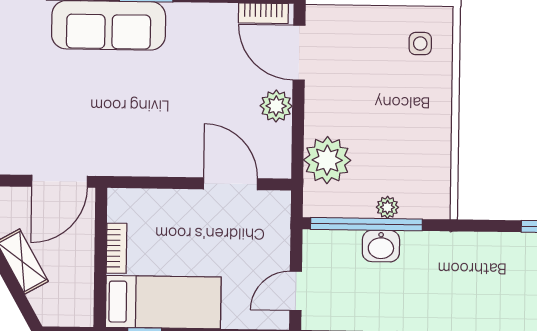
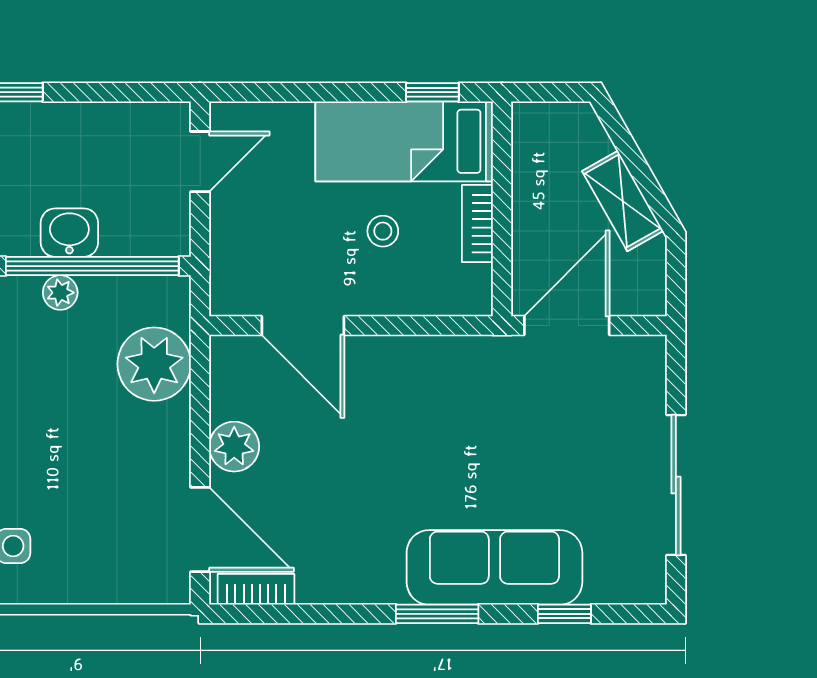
stool: (178, 244) -> (383, 231), added

